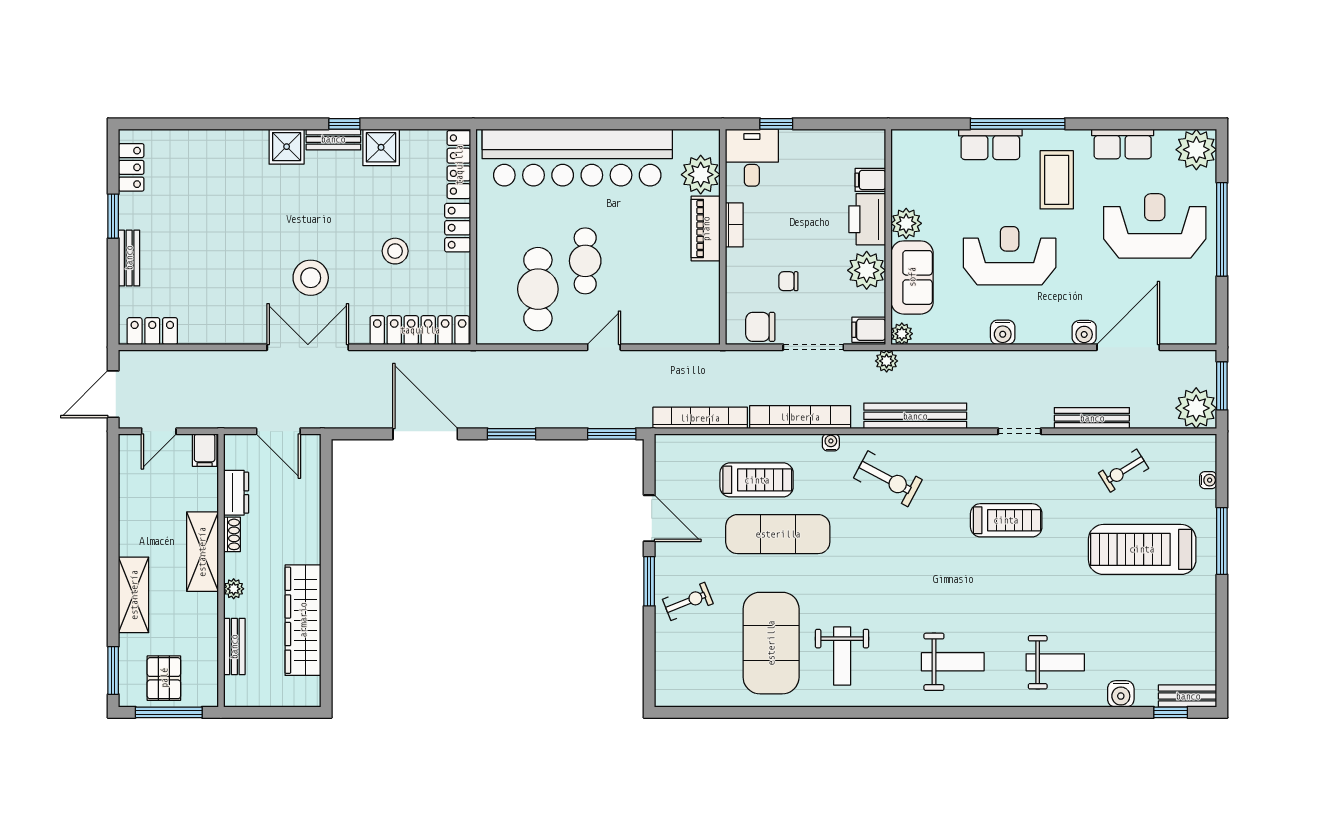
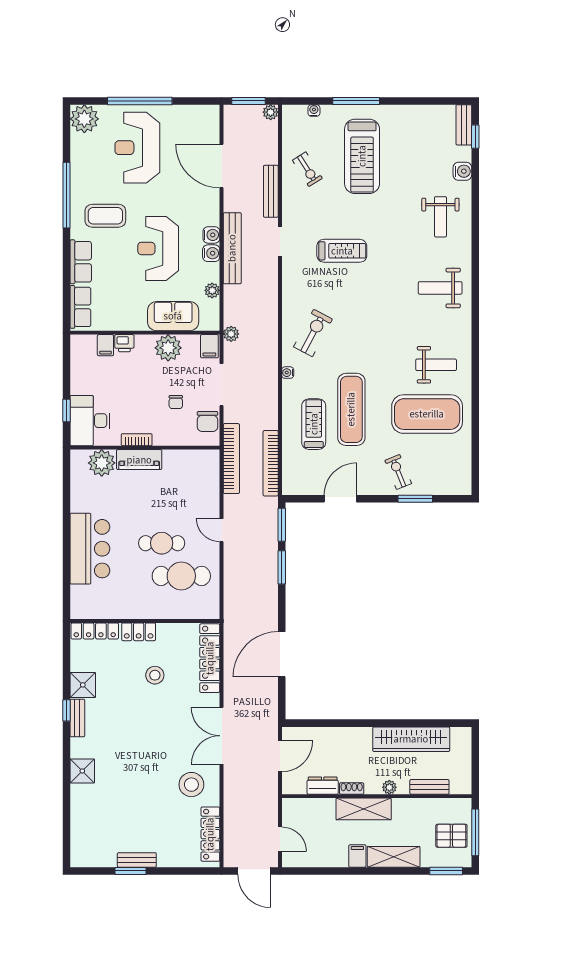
window: (1018, 124) -> (66, 195), moved
row of seats: (1123, 144) -> (80, 307), moved
shower: (287, 147) -> (82, 771), moved
bar counter: (577, 158) -> (90, 549), width x0.54
desk: (752, 158) -> (90, 421), width x1.37
locker: (131, 167) -> (97, 858), removed
printer: (867, 219) -> (124, 343), width x0.53, depth x0.68
plant: (906, 223) -> (136, 320), removed
bench: (129, 258) -> (137, 860), moved
stool: (311, 278) -> (191, 785), moved
locker: (152, 331) -> (210, 834), width x1.53
water cooler: (1084, 333) -> (211, 235), moved
plant: (902, 334) -> (212, 290), moved
plant: (1196, 408) -> (271, 112), width x0.53, depth x0.53
bench: (915, 416) -> (232, 248), moved
bookcase: (800, 417) -> (231, 459), moved, turned 180
window: (512, 434) -> (282, 567), moved
filing cabinet: (205, 450) -> (357, 856), moved, turned -90
treadmill: (1006, 520) -> (342, 251), turned 90
window: (649, 581) -> (415, 499), moved
weight bench: (953, 662) -> (440, 288), turned -90
weight bench: (1055, 662) -> (440, 217), turned 180

